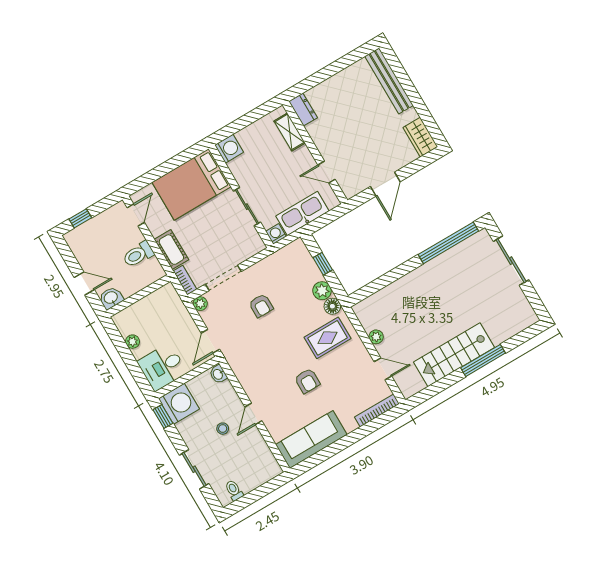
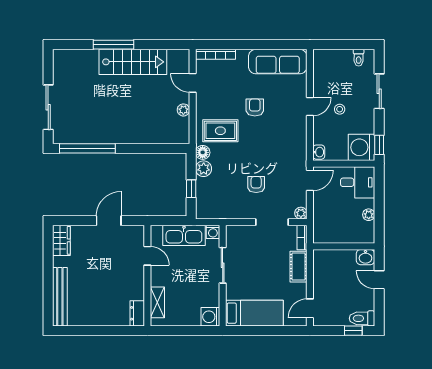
bed: (191, 184) -> (254, 313), width x0.67
toilet: (138, 254) -> (362, 318), moved, turned 180

